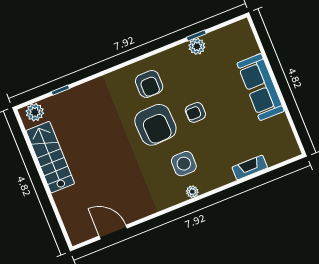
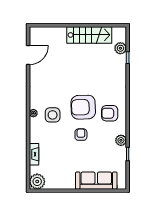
plant: (197, 46) -> (121, 140), moved
sofa: (261, 87) -> (96, 181), moved
plant: (35, 112) -> (120, 48), moved
plant: (286, 148) -> (37, 181), added

